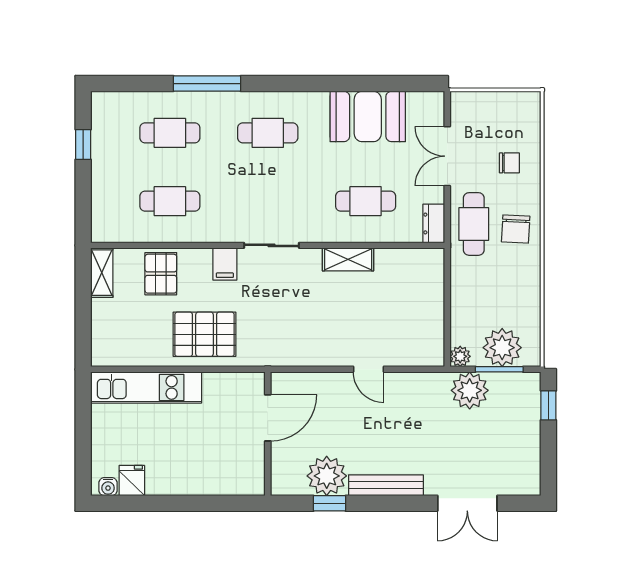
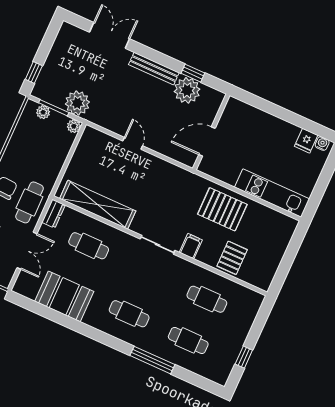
shelving: (348, 259) -> (98, 205), width x2.20, depth x1.33
shelving: (102, 273) -> (267, 275), removed
plant: (502, 348) -> (43, 112), width x0.53, depth x0.53

